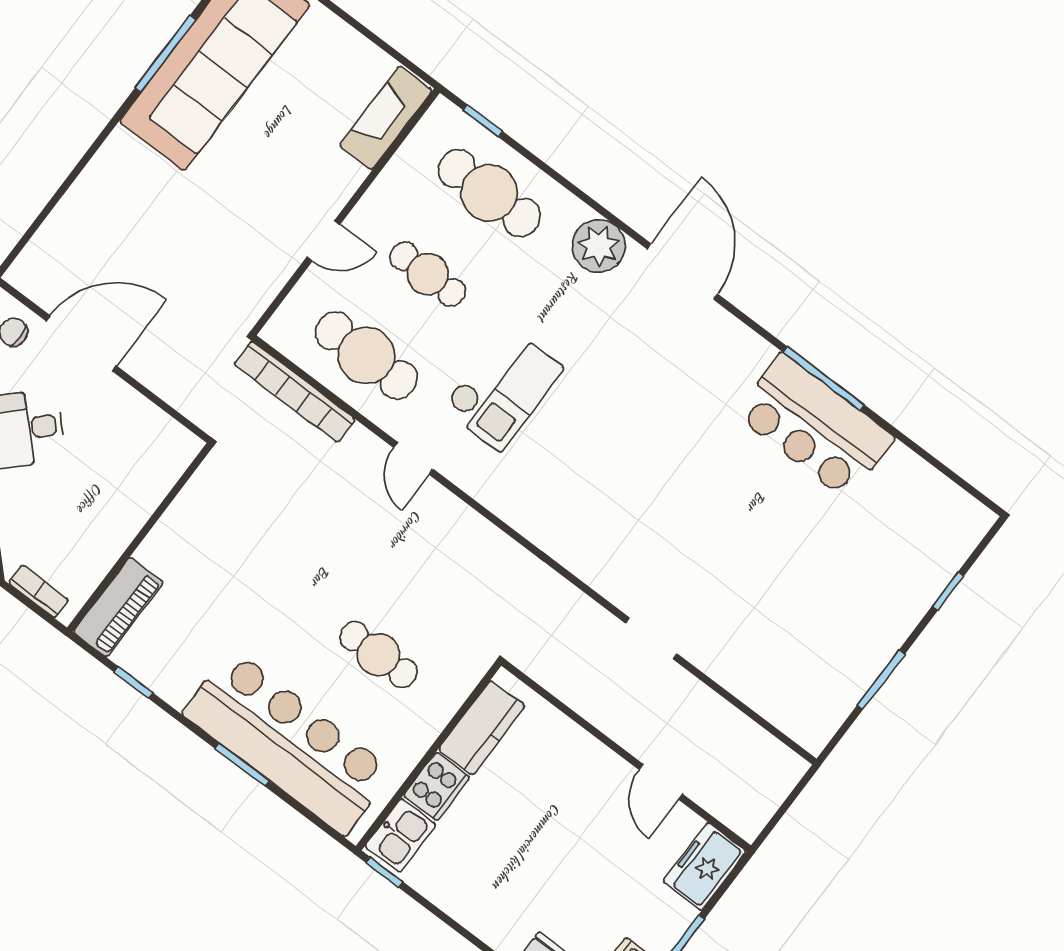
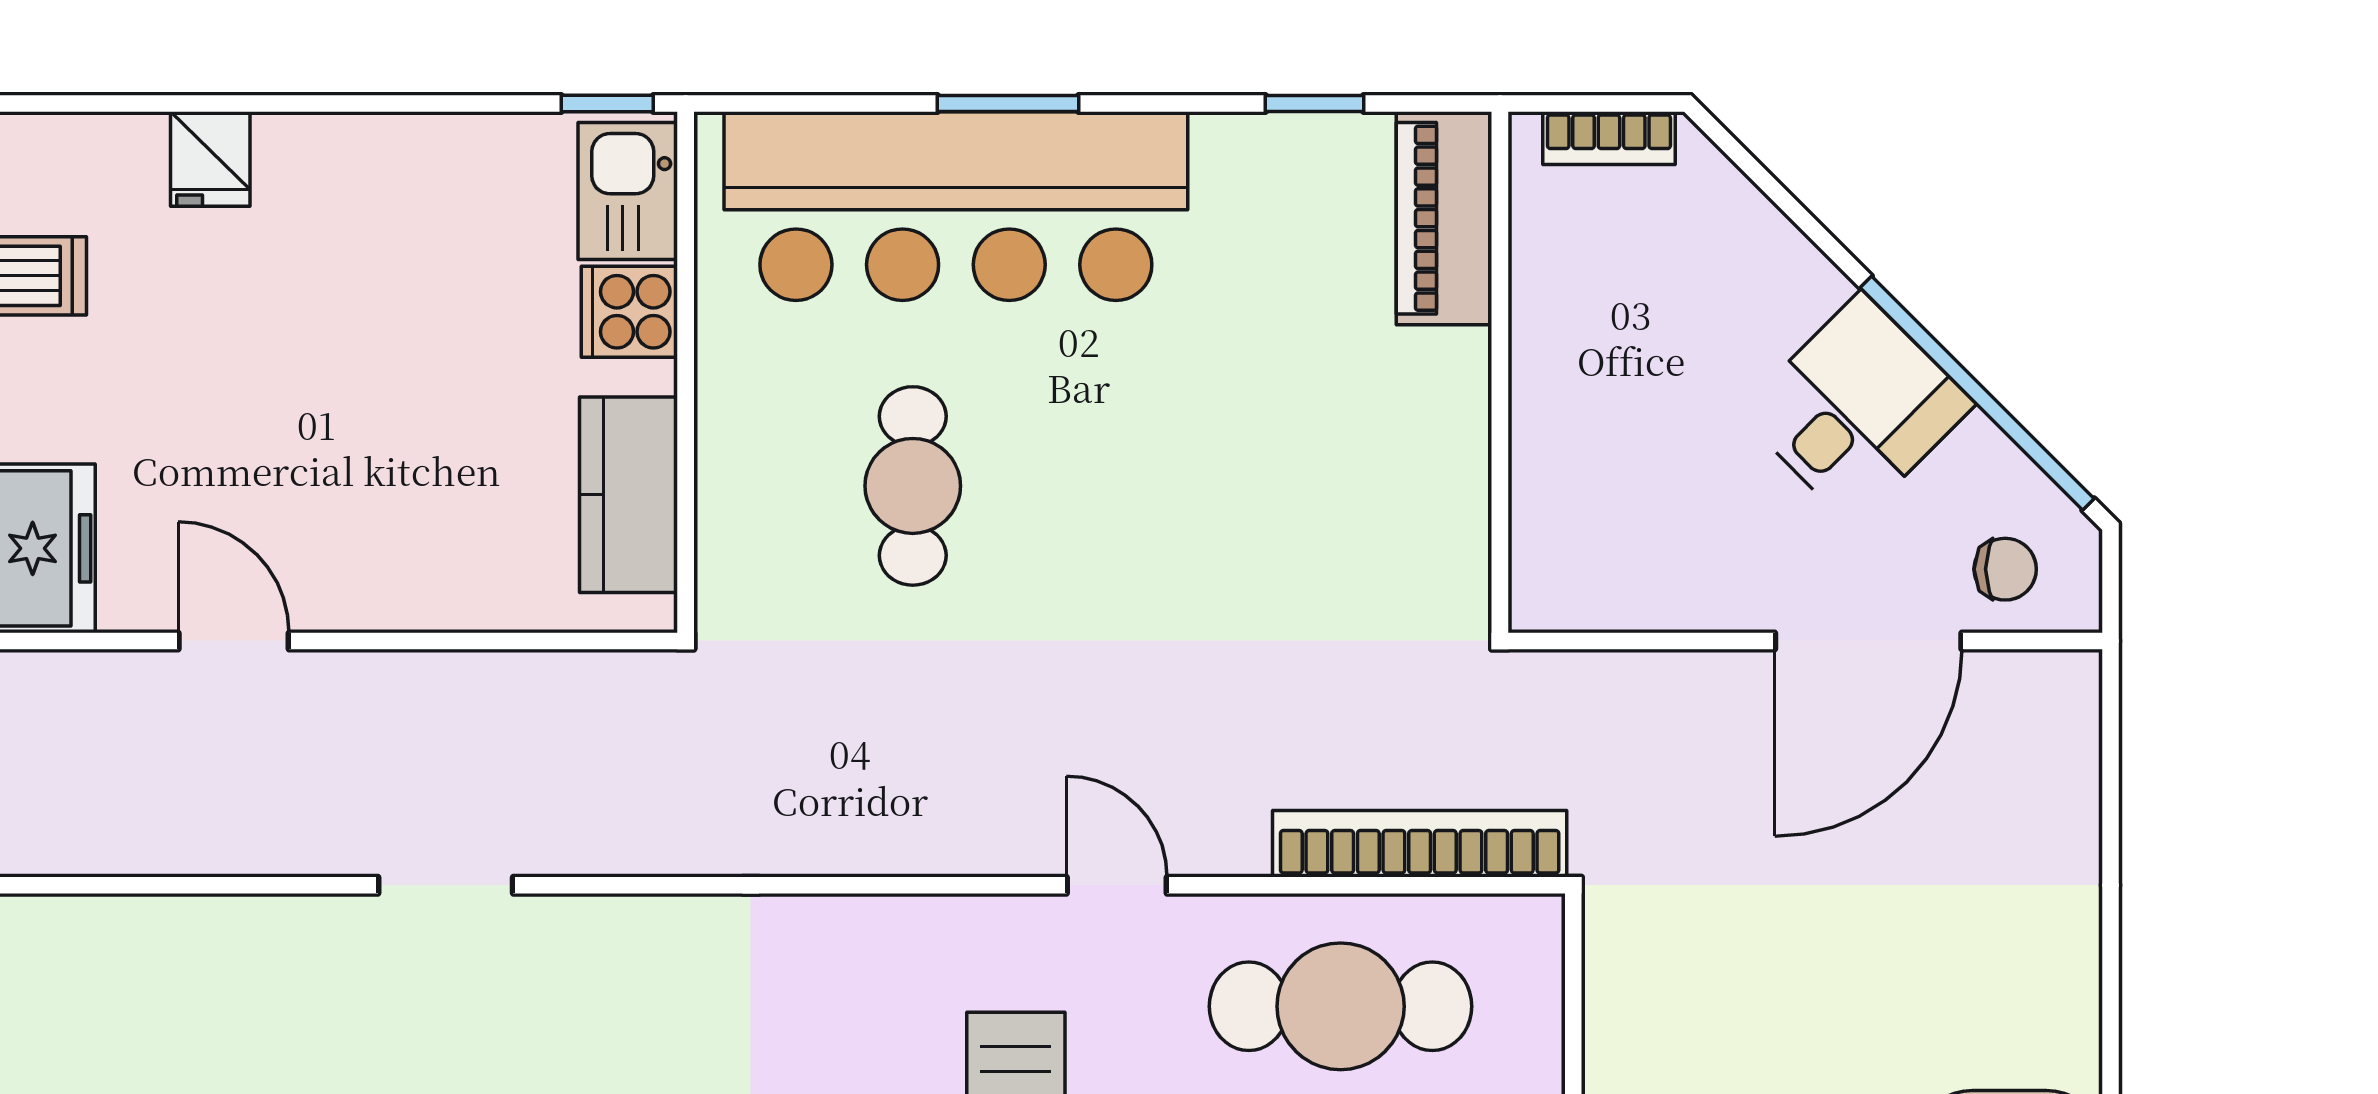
cafe table: (378, 655) -> (913, 486), turned 90
cooker: (437, 786) -> (629, 312), width x0.73

